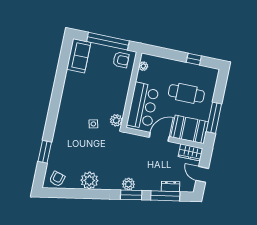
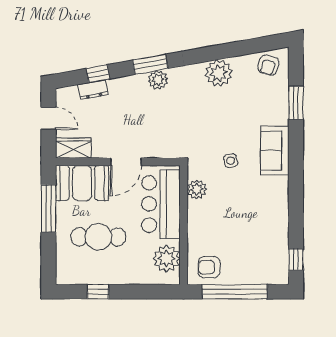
window: (65, 53) -> (296, 260), added
sofa: (79, 56) -> (275, 151), moved
plant: (143, 66) -> (167, 258), width x1.87, depth x1.87
plant: (116, 120) -> (197, 189), moved
window: (165, 196) -> (98, 74), width x0.46

